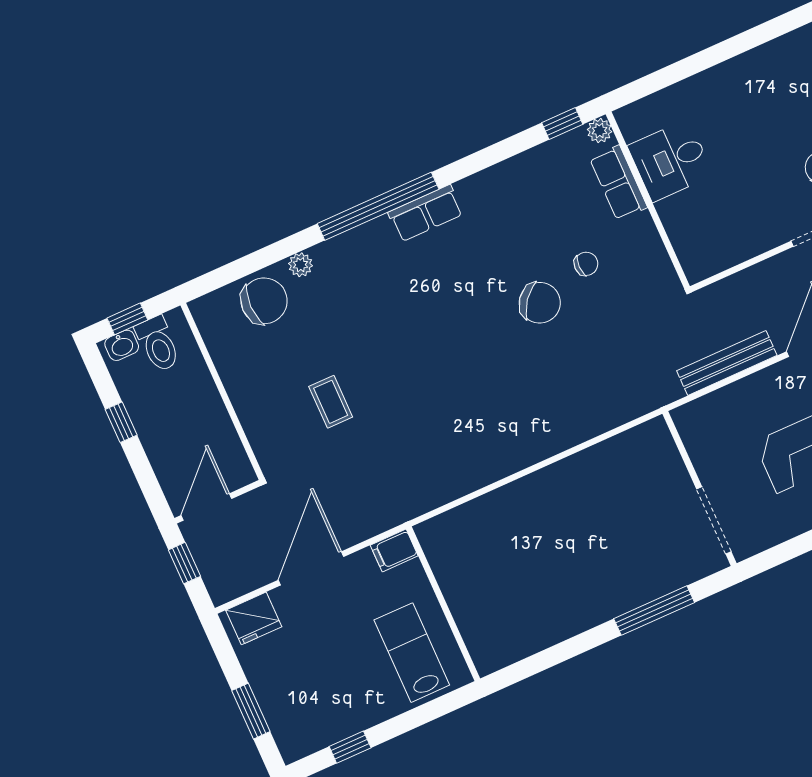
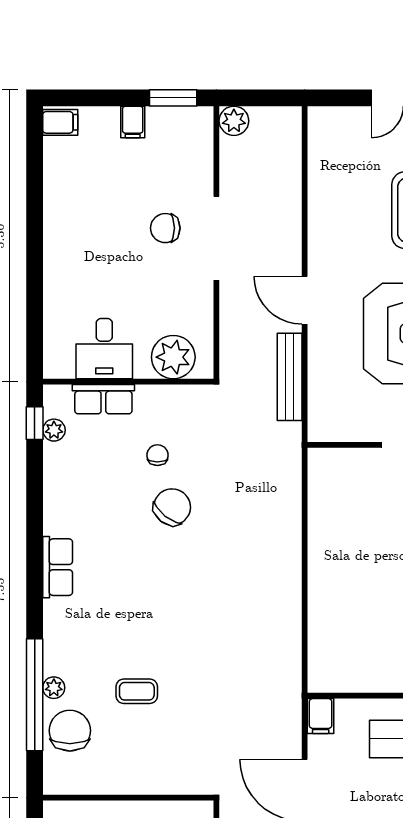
plant: (600, 131) -> (54, 430), moved
window: (378, 206) -> (35, 695), moved
plant: (694, 235) -> (173, 357), added
coffee table: (331, 402) -> (137, 691), moved

